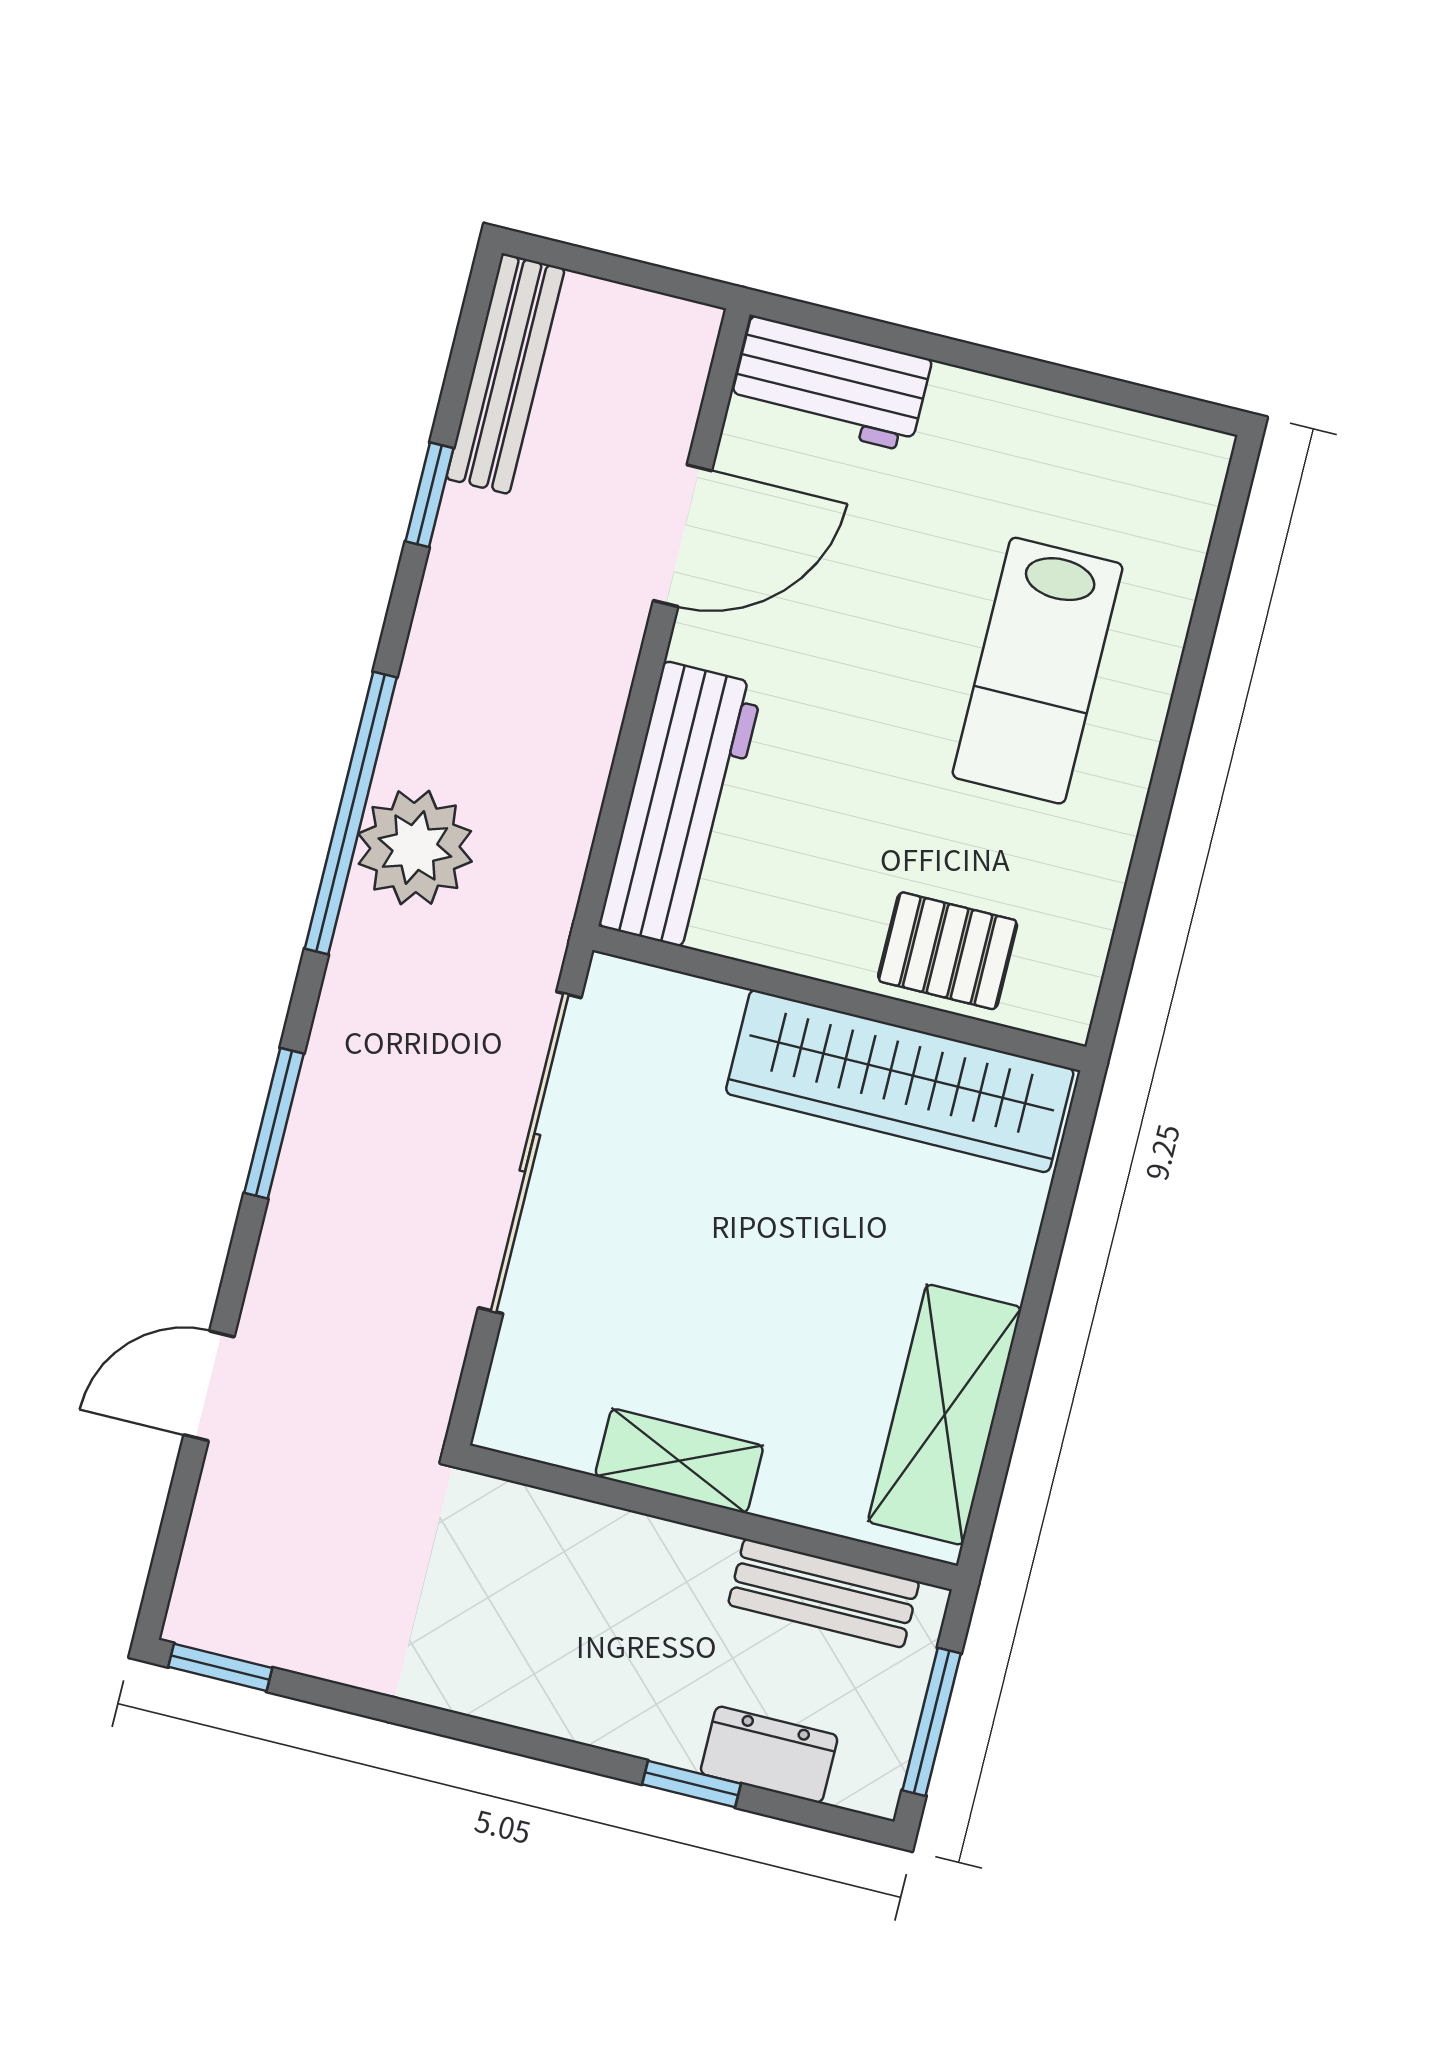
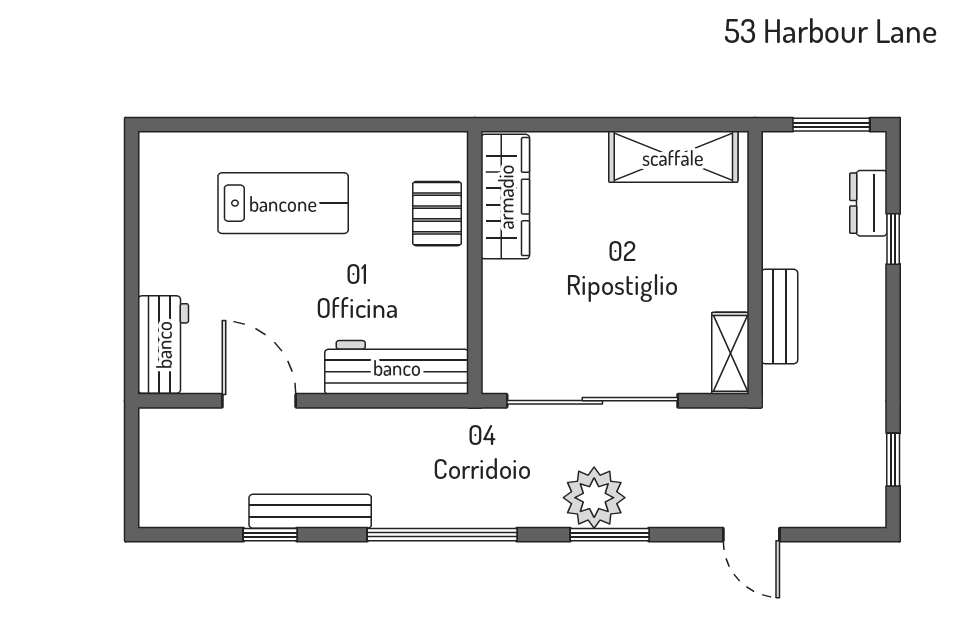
bench: (505, 374) -> (310, 511), moved
plant: (415, 848) -> (594, 498), moved
wardrobe: (900, 1081) -> (505, 197), width x0.71, depth x0.85
shelving: (679, 1461) -> (730, 353), moved
bench: (824, 1593) -> (779, 317), moved
window: (220, 1667) -> (893, 460), moved

